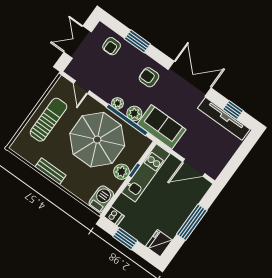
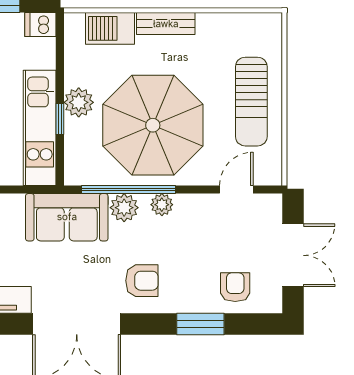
door: (81, 87) -> (236, 190), hinge flipped
bench: (50, 171) -> (166, 24), moved
barbecue: (101, 199) -> (110, 28), moved, turned 90

